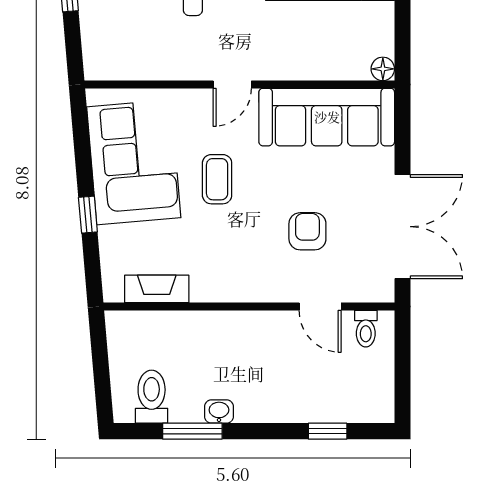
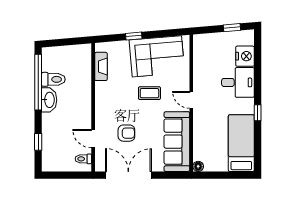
double door: (402, 227) -> (128, 175), swing flipped
door: (320, 307) -> (93, 139), hinge flipped
toilet: (152, 397) -> (53, 79), moved
washbasin: (219, 412) -> (49, 100), width x1.91, depth x1.45
window: (192, 431) -> (38, 82), width x2.11

